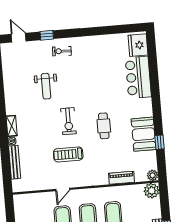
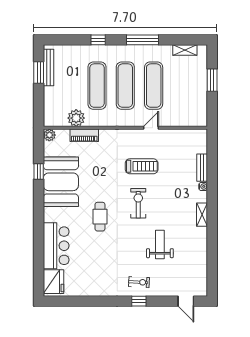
window: (47, 35) -> (139, 301), moved
shelving: (12, 126) -> (202, 215), moved
cafe table: (104, 126) -> (100, 217), moved
booth: (144, 134) -> (61, 182), width x1.36, depth x1.42
bench: (15, 162) -> (202, 168), width x0.73
plant: (152, 191) -> (76, 118), moved

